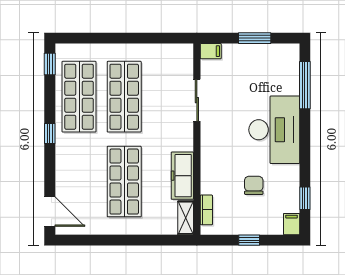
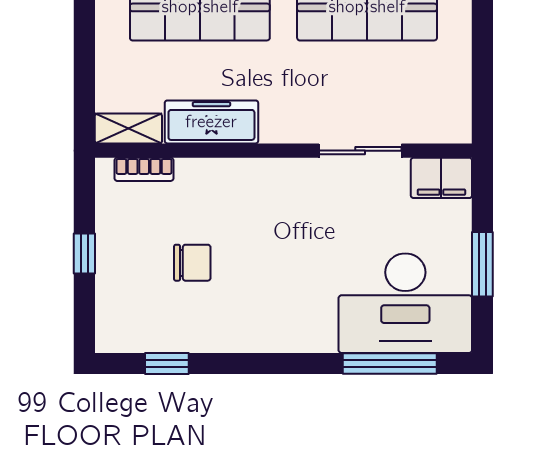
filing cabinet: (211, 51) -> (441, 178), width x2.00
desk: (274, 130) -> (405, 303), moved
filing cabinet: (292, 224) -> (116, 337), removed

